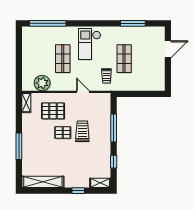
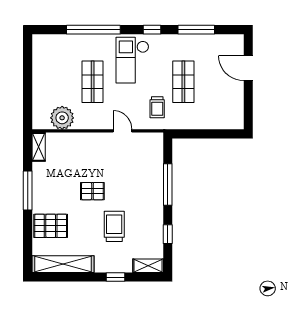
window: (48, 23) -> (93, 30), moved
window: (103, 23) -> (152, 30), added
door: (168, 49) -> (248, 68), swing flipped
pallet: (53, 111) -> (51, 226), moved
trolley: (82, 131) -> (114, 226), moved
window: (19, 146) -> (28, 190), moved

